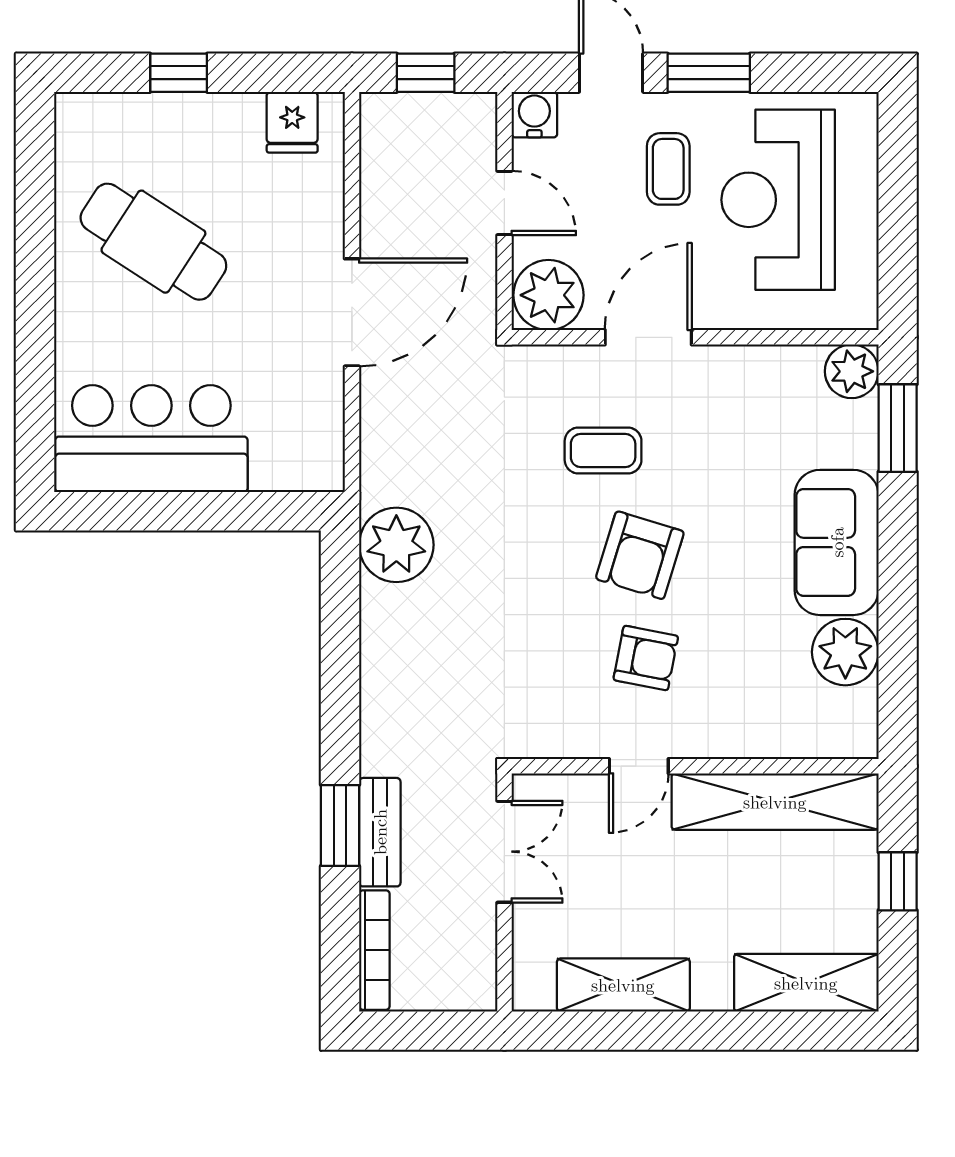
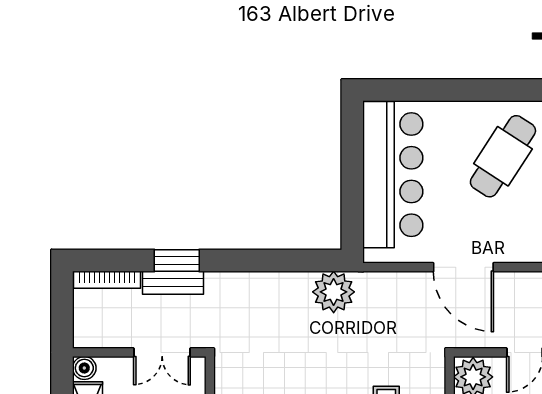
bar counter: (151, 439) -> (393, 175), width x1.36
boiler: (532, 991) -> (84, 368), added

